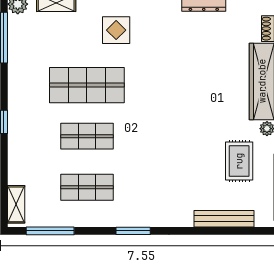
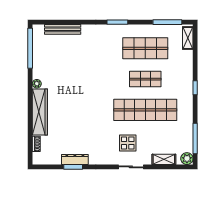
shop shelf: (87, 85) -> (145, 110), width x1.40
rug: (239, 161) -> (54, 64), removed
shop shelf: (87, 187) -> (145, 48), width x1.43, depth x1.36

